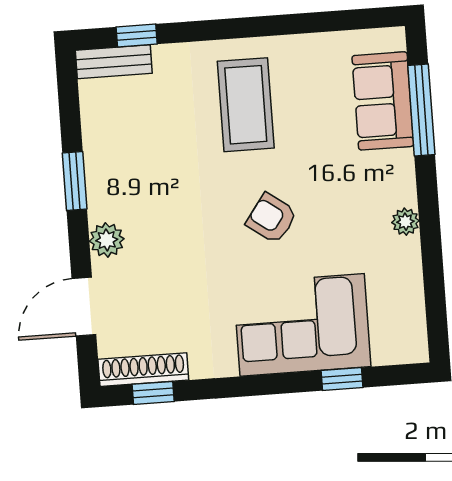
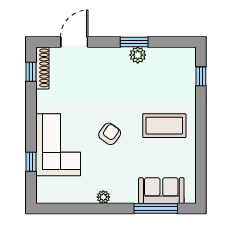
bench: (114, 62) -> (189, 65), removed
plant: (107, 240) -> (138, 55), moved
door: (84, 307) -> (74, 42), hinge flipped

